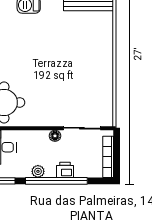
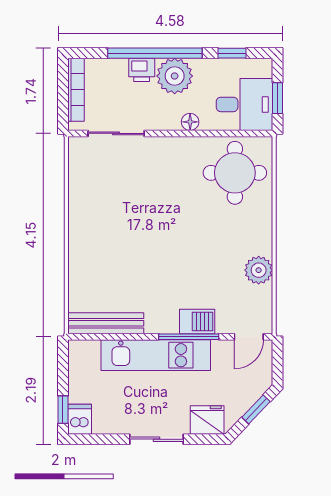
floor lamp: (55, 136) -> (190, 122), moved
plant: (38, 171) -> (175, 76), width x1.88, depth x1.88

